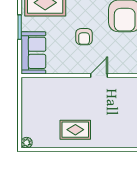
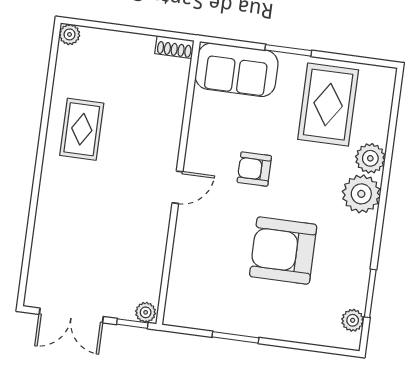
door: (99, 76) -> (177, 187), hinge flipped
shoe rack: (26, 87) -> (175, 47), added

